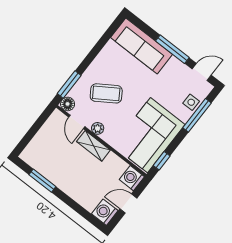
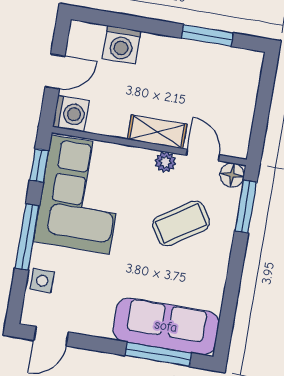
window: (172, 49) -> (158, 354), moved
window: (197, 115) -> (27, 237), moved
washing machine: (105, 212) -> (122, 45), moved, turned 90

